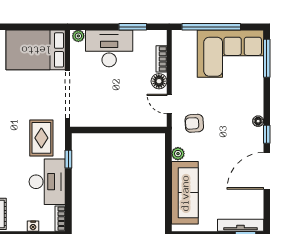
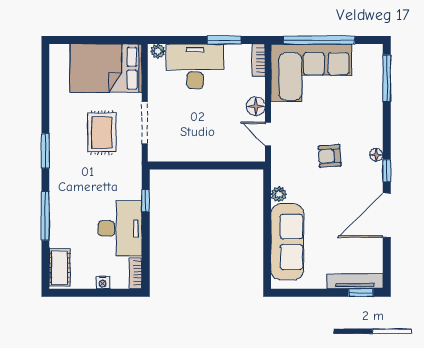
corner sofa: (230, 54) -> (311, 73), moved
bookcase: (161, 59) -> (259, 60), moved
doorway: (68, 95) -> (145, 123), width x0.73
armchair: (194, 123) -> (330, 156), moved
rug: (41, 138) -> (102, 133), moved

